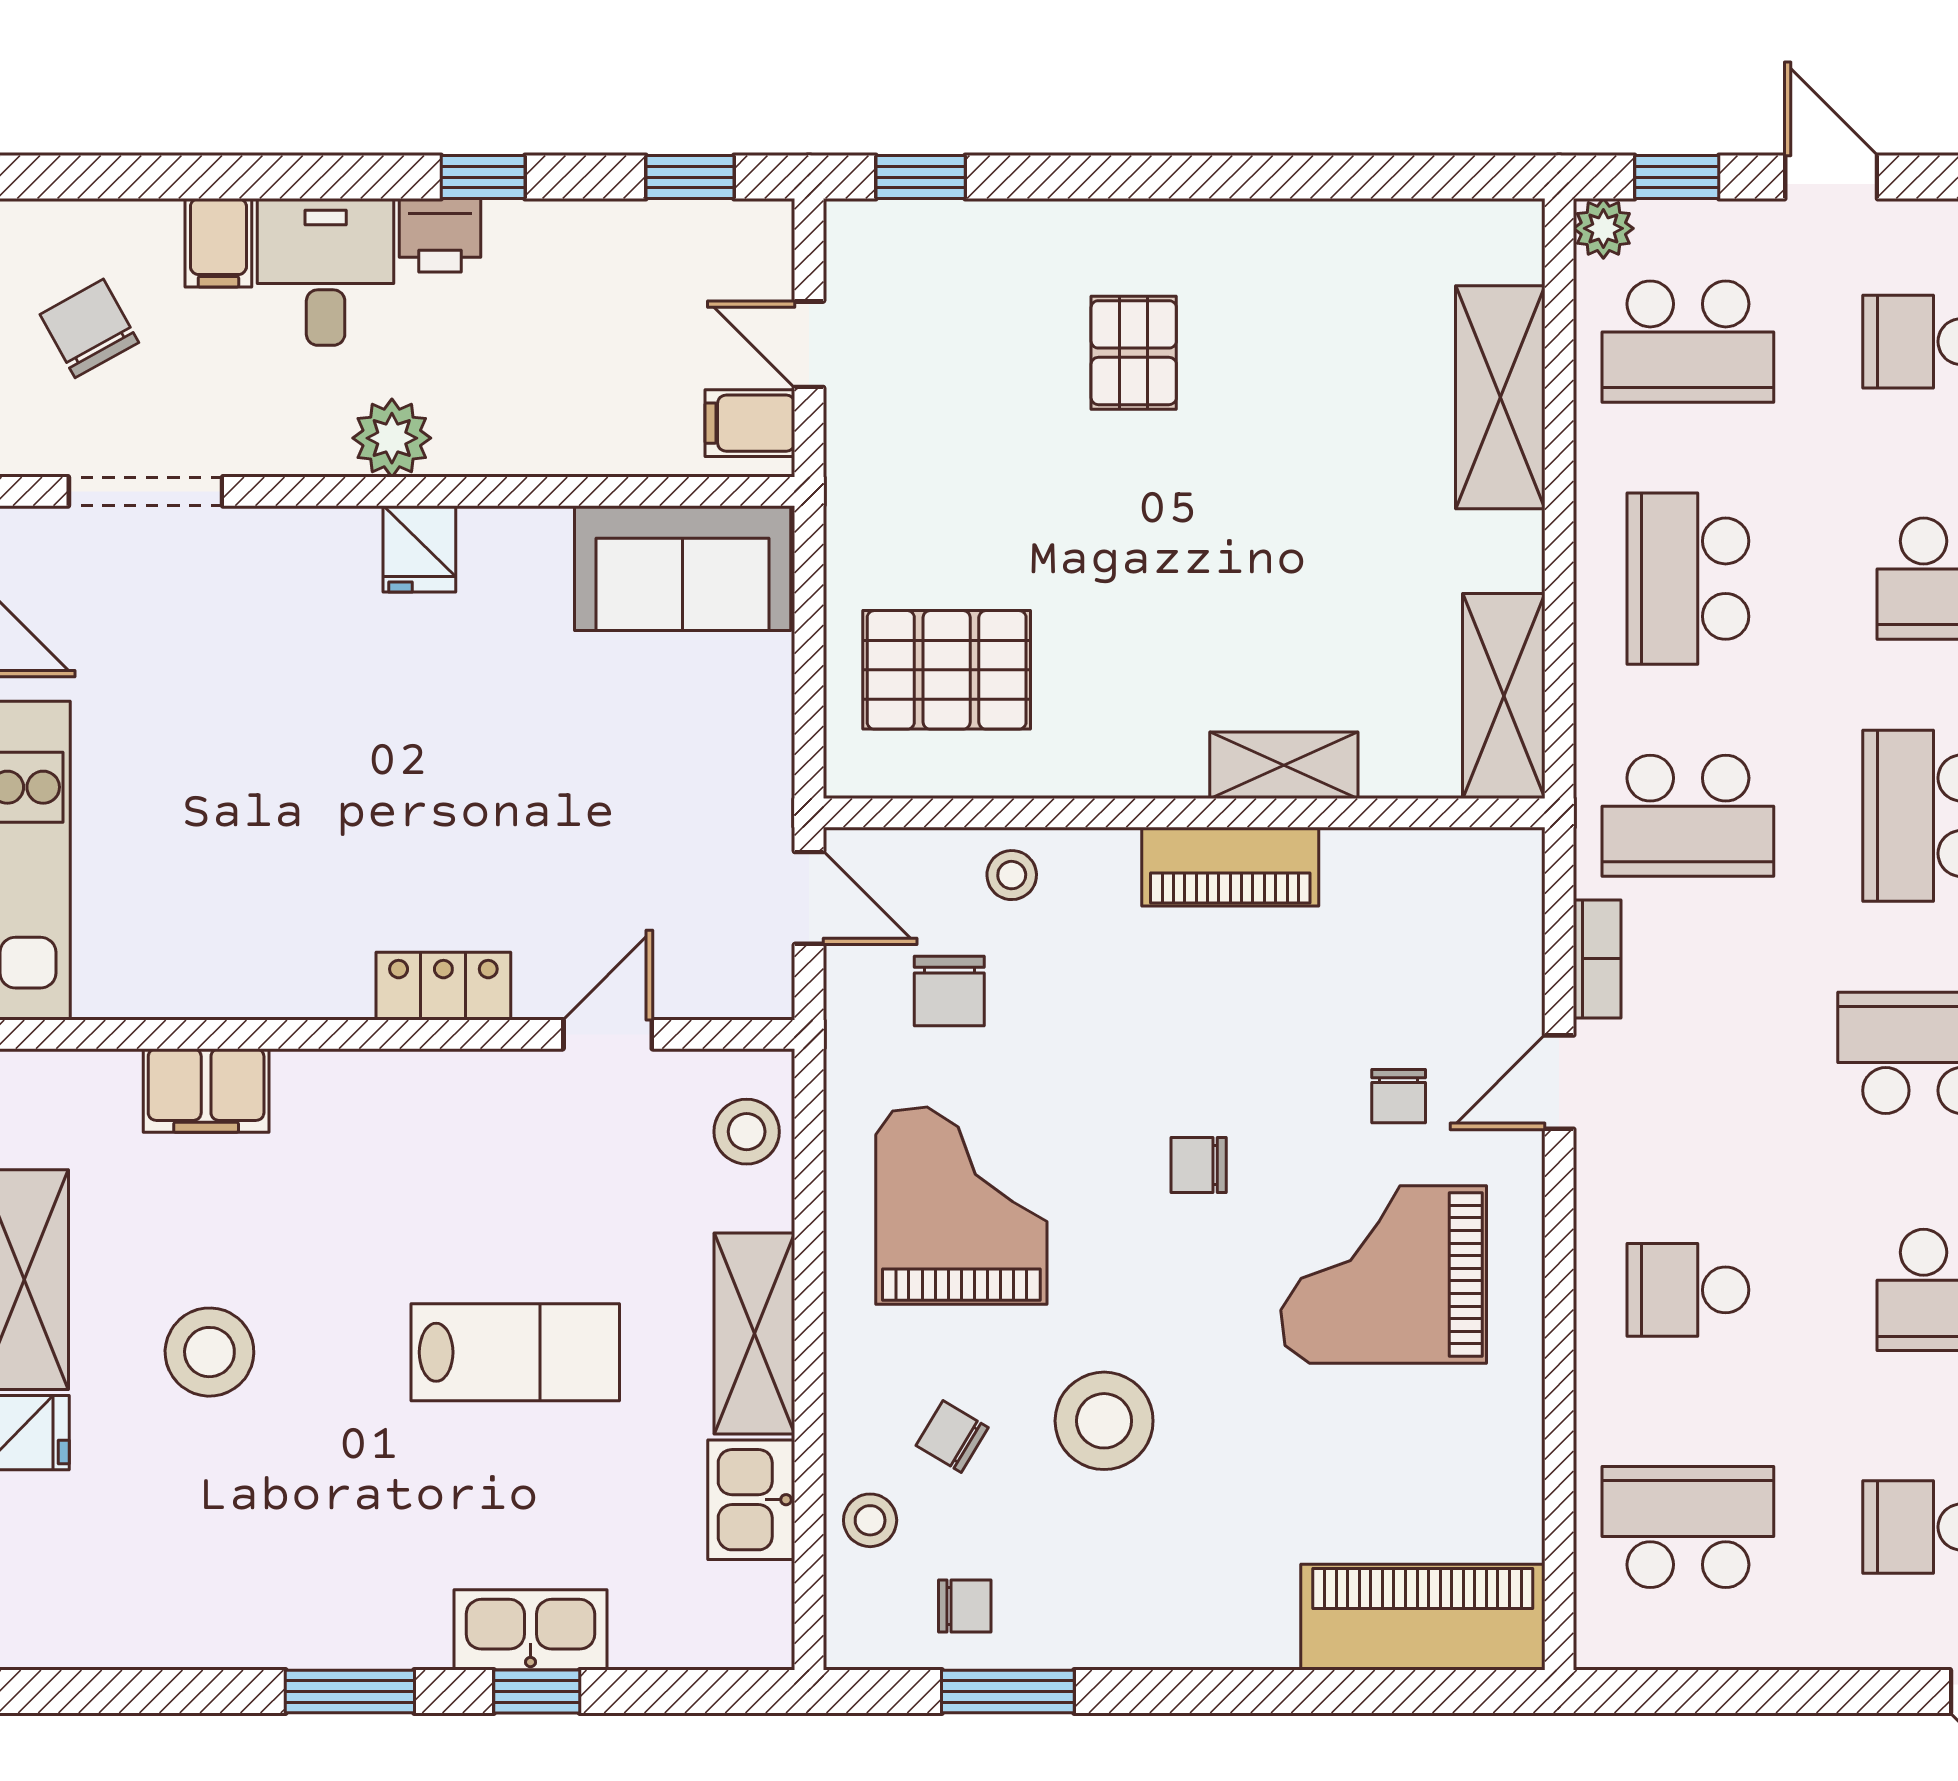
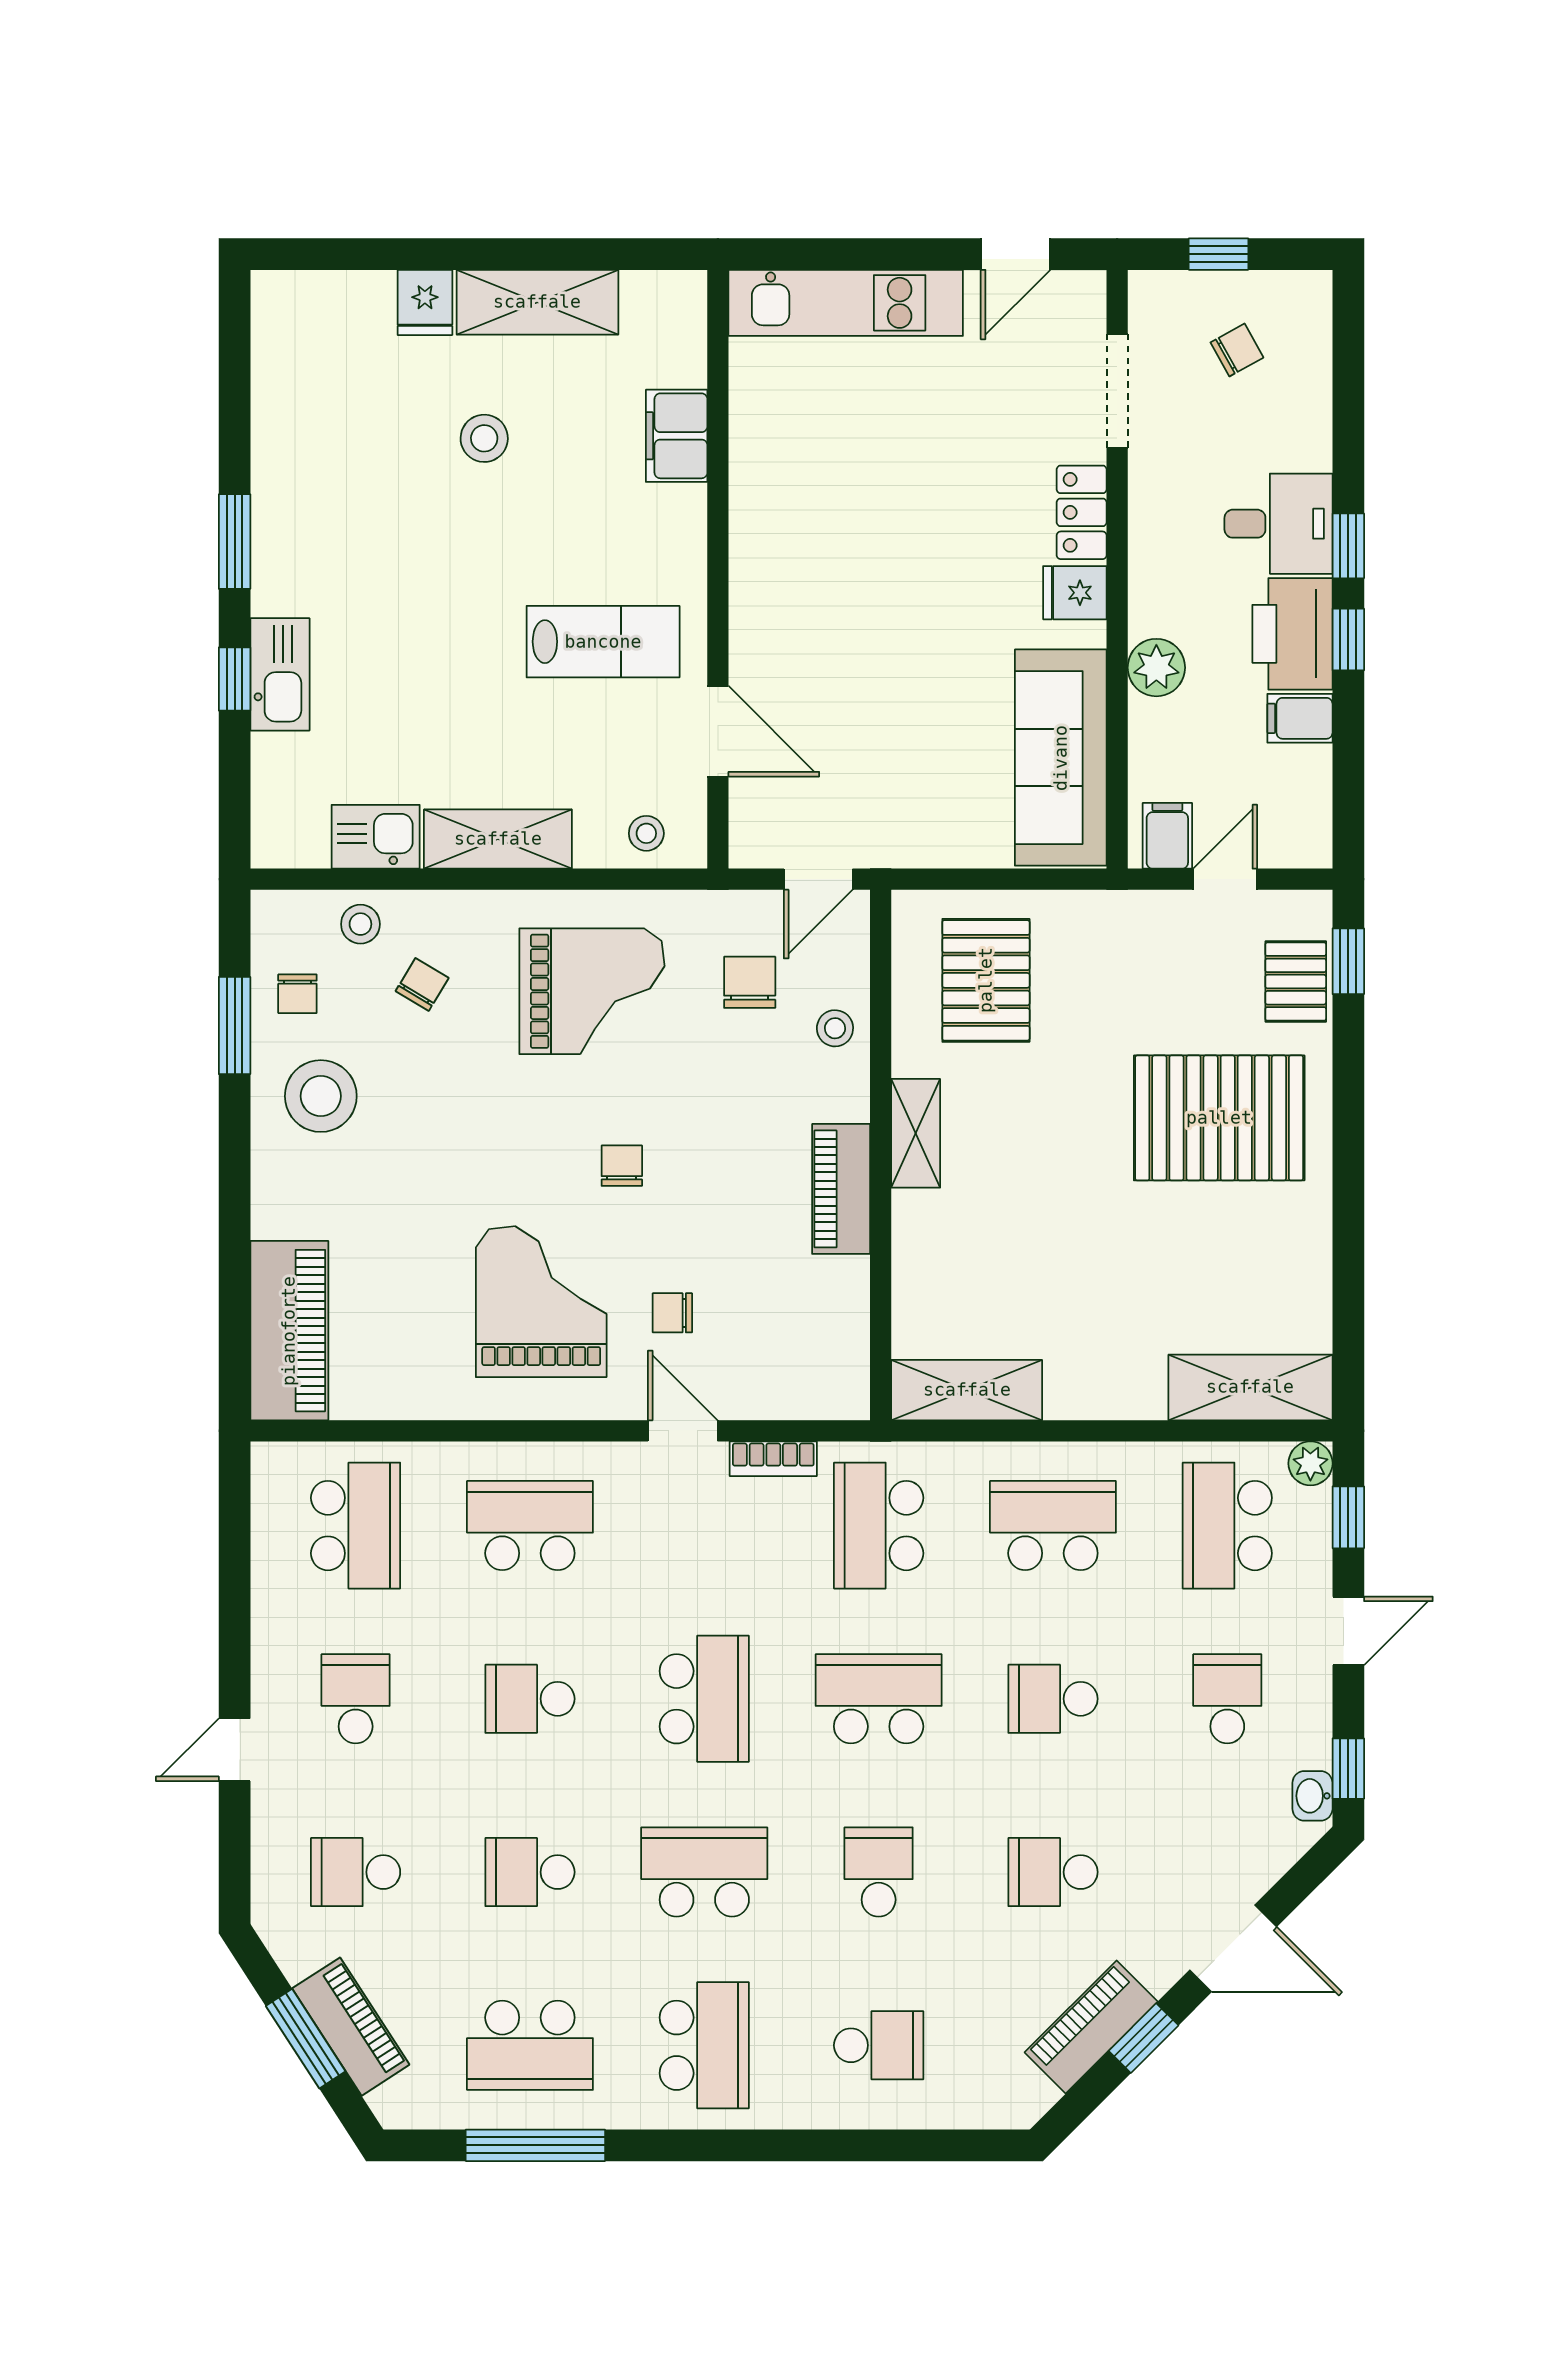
window: (690, 177) -> (1348, 546), moved
printer: (440, 235) -> (1292, 634), width x1.87, depth x1.48
filing cabinet: (218, 243) -> (1300, 718), moved
pallet: (948, 249) -> (1296, 982), added
chair: (89, 328) -> (1237, 350), width x0.73, depth x0.73
pallet: (1134, 353) -> (1219, 1118), width x2.05, depth x2.00
shelving: (1500, 397) -> (1250, 1387), moved
plant: (392, 438) -> (1156, 668), moved
sofa: (683, 568) -> (1061, 758), width x1.36
shelving: (1284, 765) -> (916, 1133), moved
locker: (443, 986) -> (1082, 512), moved, turned 180
chair: (949, 991) -> (750, 982), turned 90
door: (608, 1034) -> (718, 731), width x1.38
stool: (747, 1132) -> (646, 833), width x0.73, depth x0.73
school desk: (1688, 1290) -> (530, 1526), width x1.85
stool: (209, 1352) -> (484, 438), width x0.73, depth x0.73
lab bench: (515, 1352) -> (603, 642), moved, turned -90
stool: (1104, 1421) -> (321, 1096), moved

